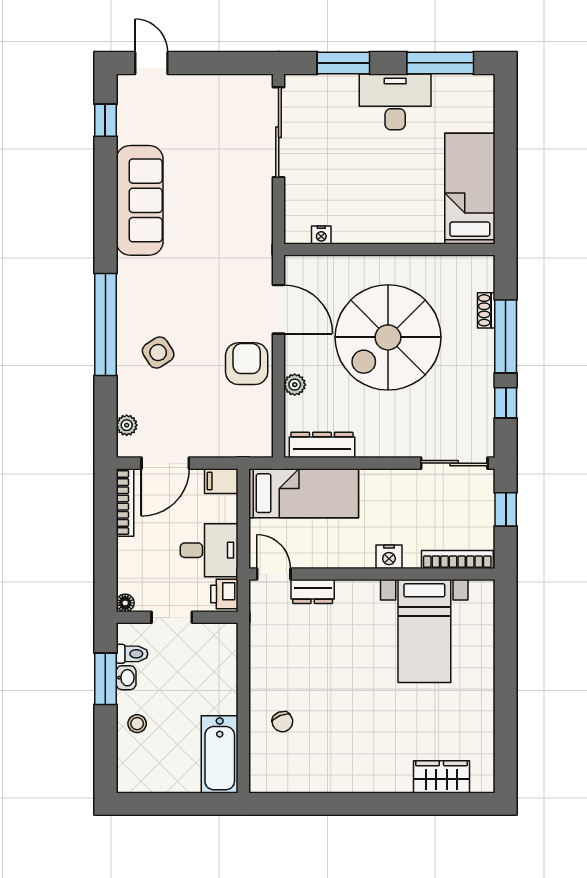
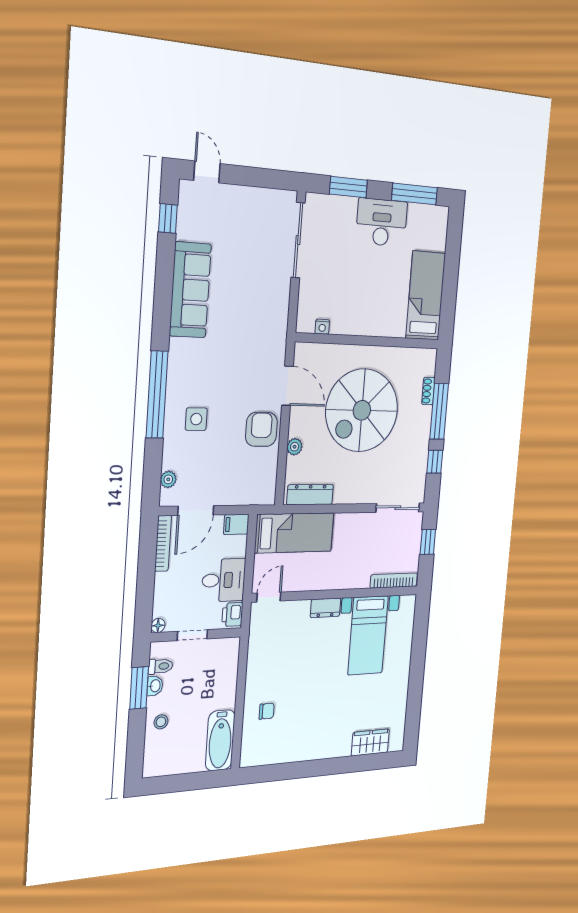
side table: (158, 353) -> (196, 419), turned 33
nightstand: (389, 557) -> (349, 580), removed
door: (274, 574) -> (269, 597), hinge flipped
dresser: (313, 591) -> (326, 608), moved
chair: (282, 722) -> (267, 711), turned -69

